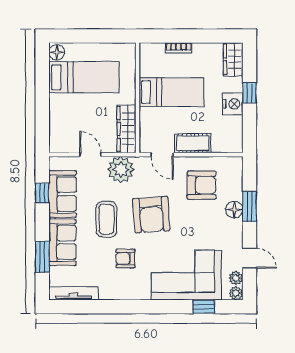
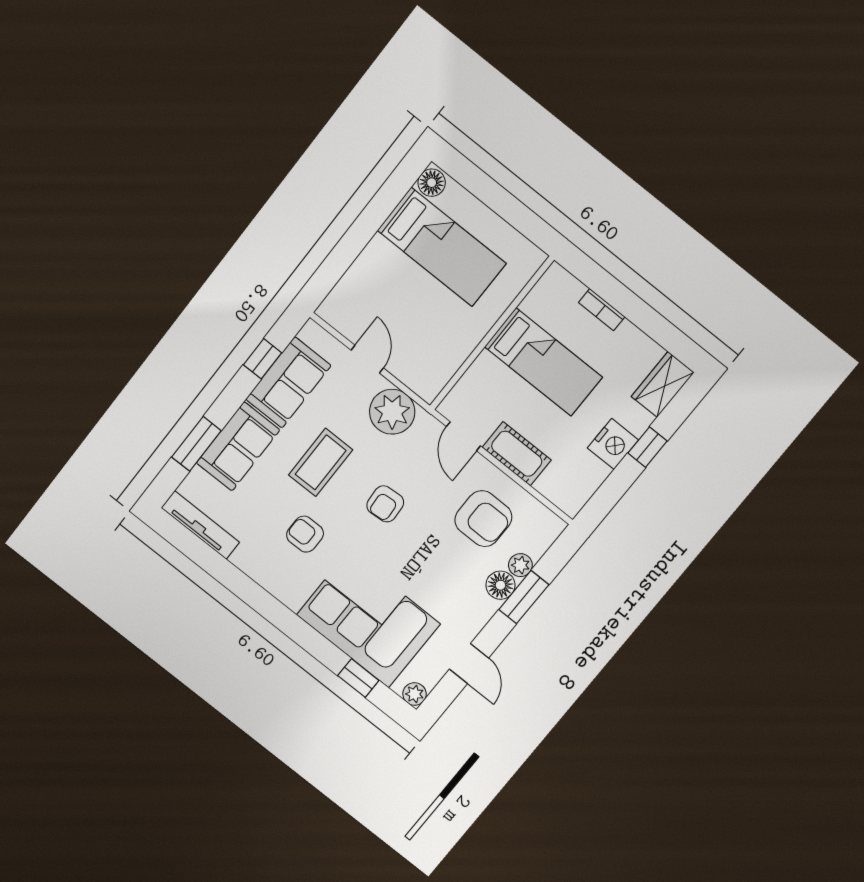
wardrobe: (127, 129) -> (443, 363), removed
armchair: (151, 215) -> (385, 504), width x0.53, depth x0.53
plant: (236, 278) -> (520, 565), moved

